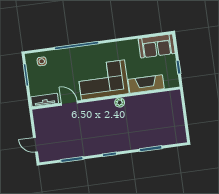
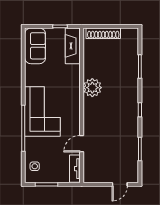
corner sofa: (103, 80) -> (42, 111), moved, turned 180
fireplace: (146, 84) -> (73, 46), moved
plant: (120, 102) -> (92, 88), width x1.88, depth x1.88
shoe rack: (178, 109) -> (103, 33), added

